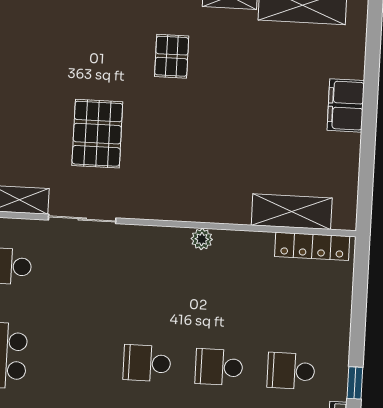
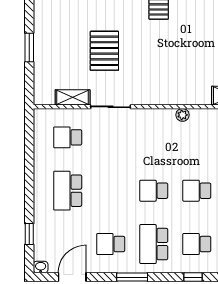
pallet: (97, 134) -> (104, 51), moved

